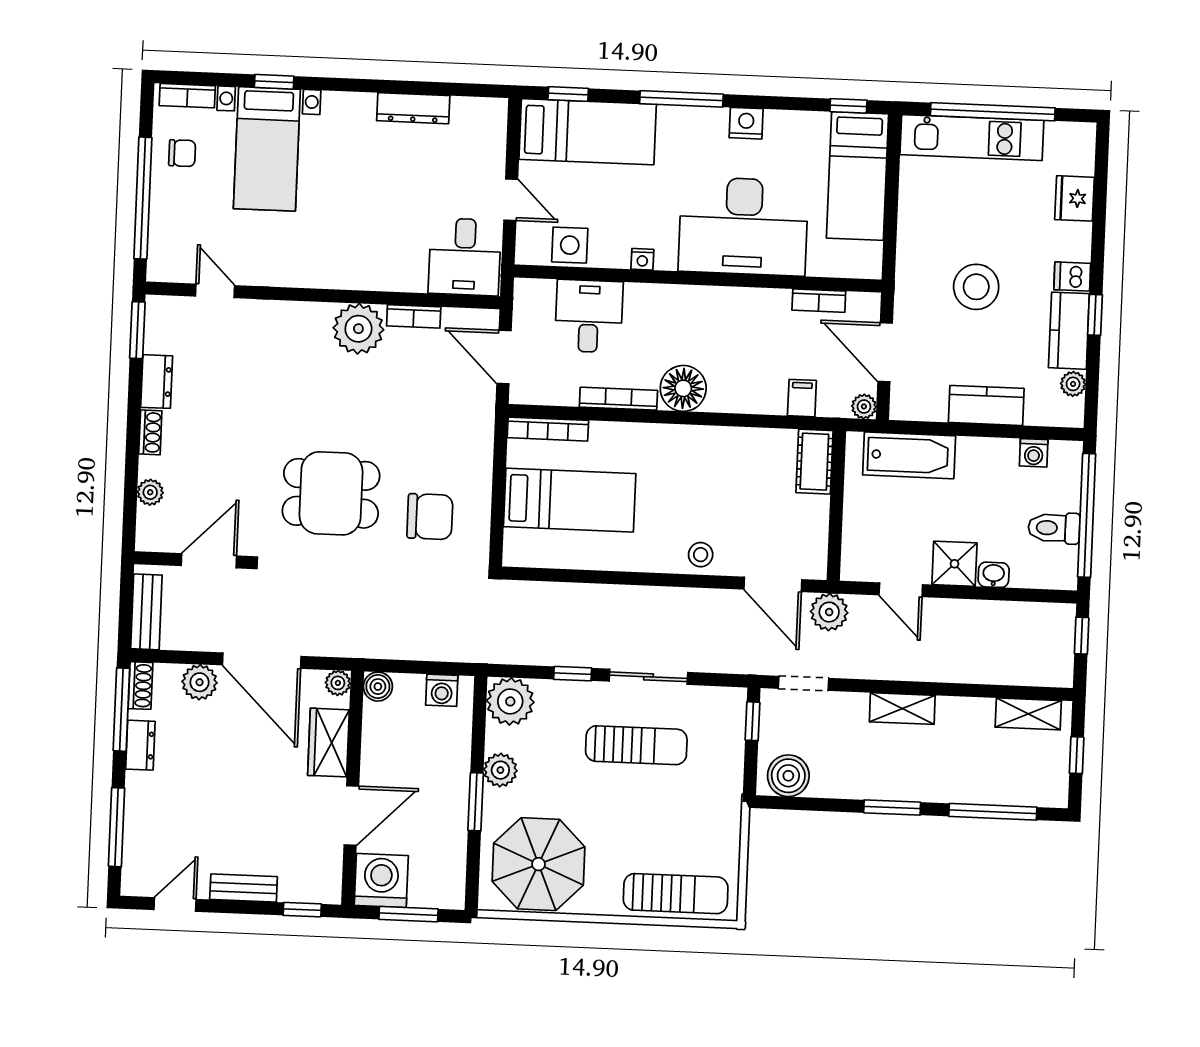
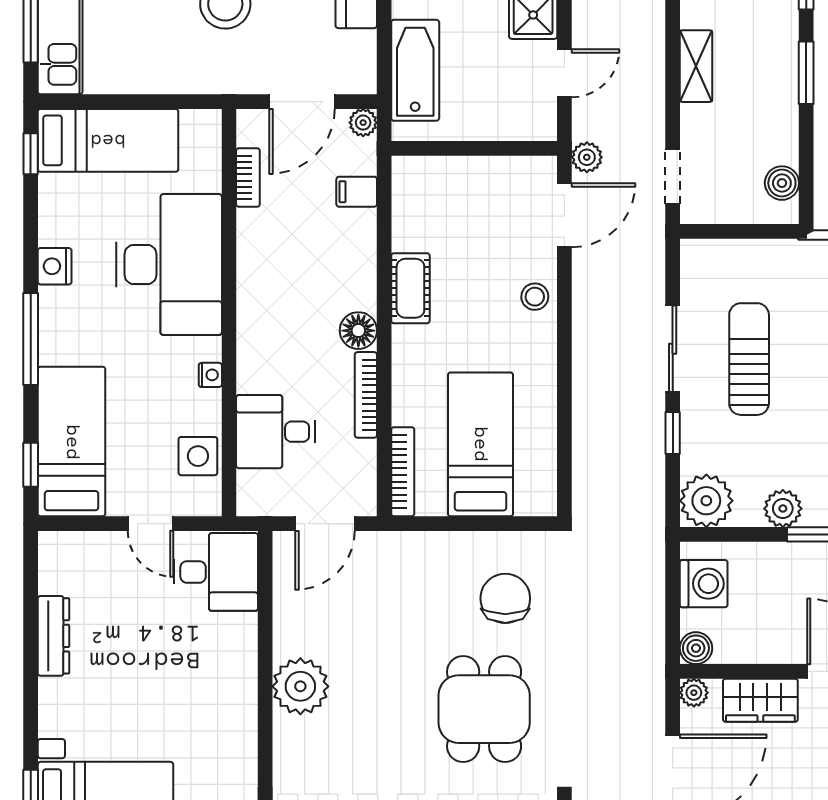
door: (511, 200) -> (150, 524), swing flipped
bookcase: (414, 316) -> (284, 626), removed
floor lamp: (683, 388) -> (358, 331), width x0.73, depth x0.73
cot: (814, 462) -> (410, 288), moved, turned 90
plant: (829, 612) -> (587, 157), width x0.73, depth x0.73
washing machine: (442, 690) -> (704, 584), width x1.38, depth x1.38
window: (752, 721) -> (717, 231), removed
boiler: (788, 776) -> (782, 183), width x0.73, depth x0.73

